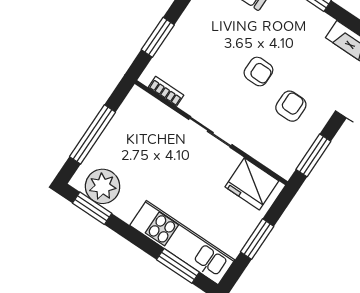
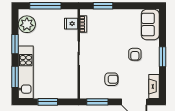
armchair: (258, 72) -> (135, 54), moved
fridge: (252, 184) -> (71, 24), moved, width x0.53, depth x0.75
window: (92, 208) -> (15, 44), moved

